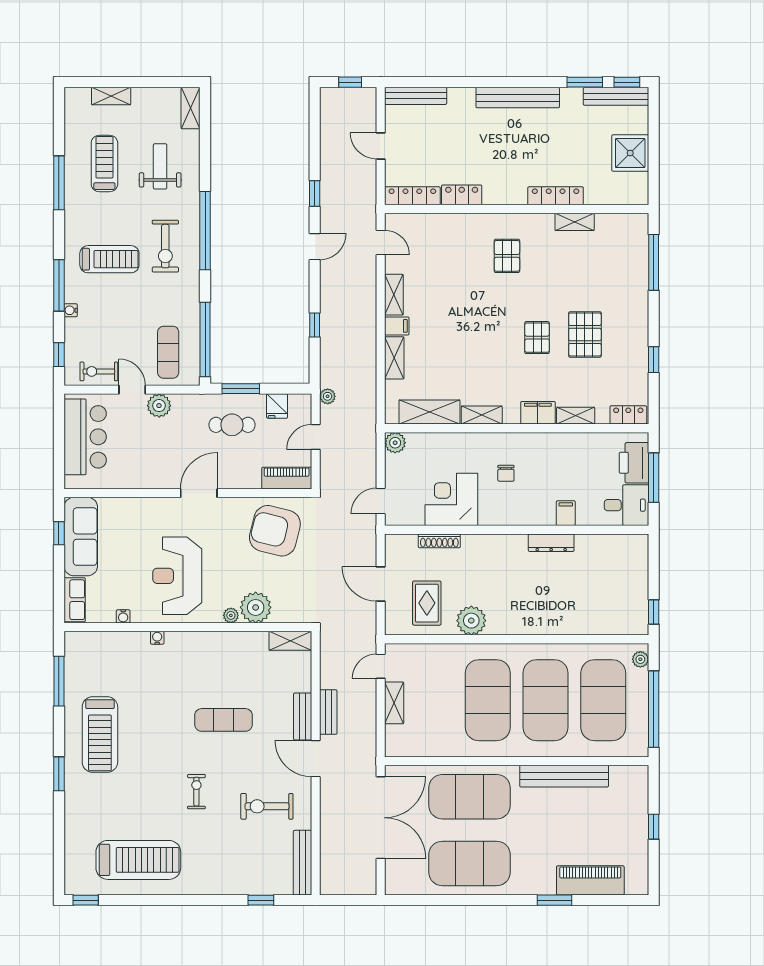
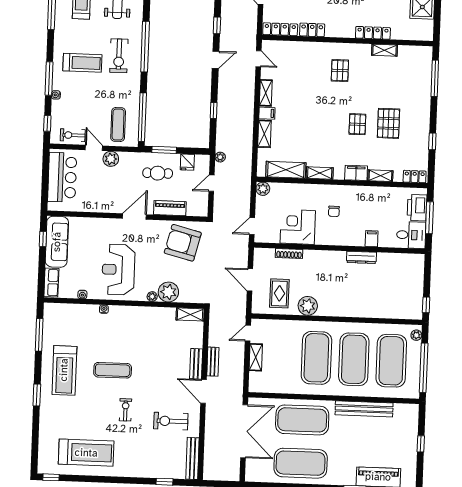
piano: (287, 478) -> (170, 208), moved
exercise mat: (223, 720) -> (113, 370), moved

